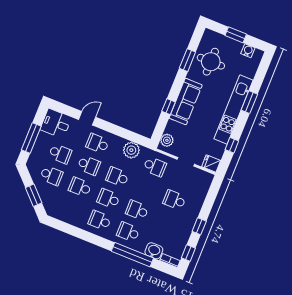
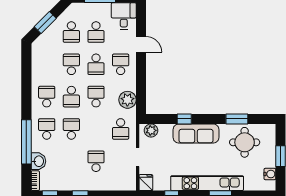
school desk: (109, 199) -> (71, 97), turned 180

